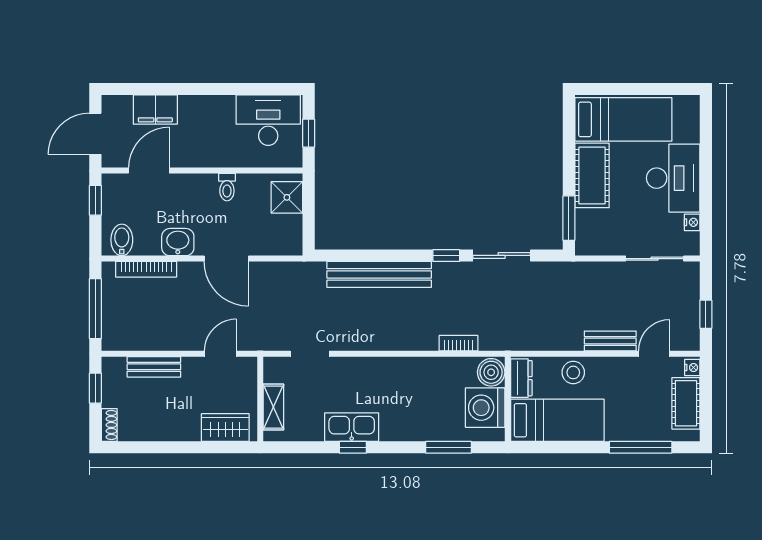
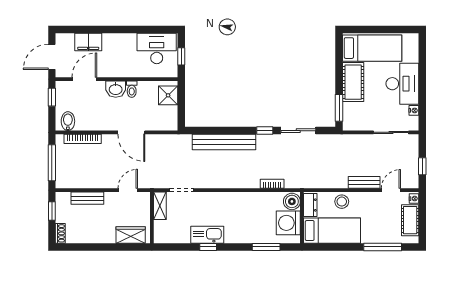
washbasin: (178, 242) -> (116, 89), moved, turned 180
shelving: (273, 407) -> (160, 206), moved

